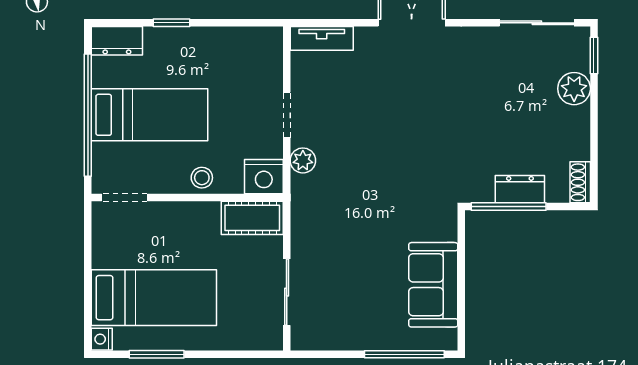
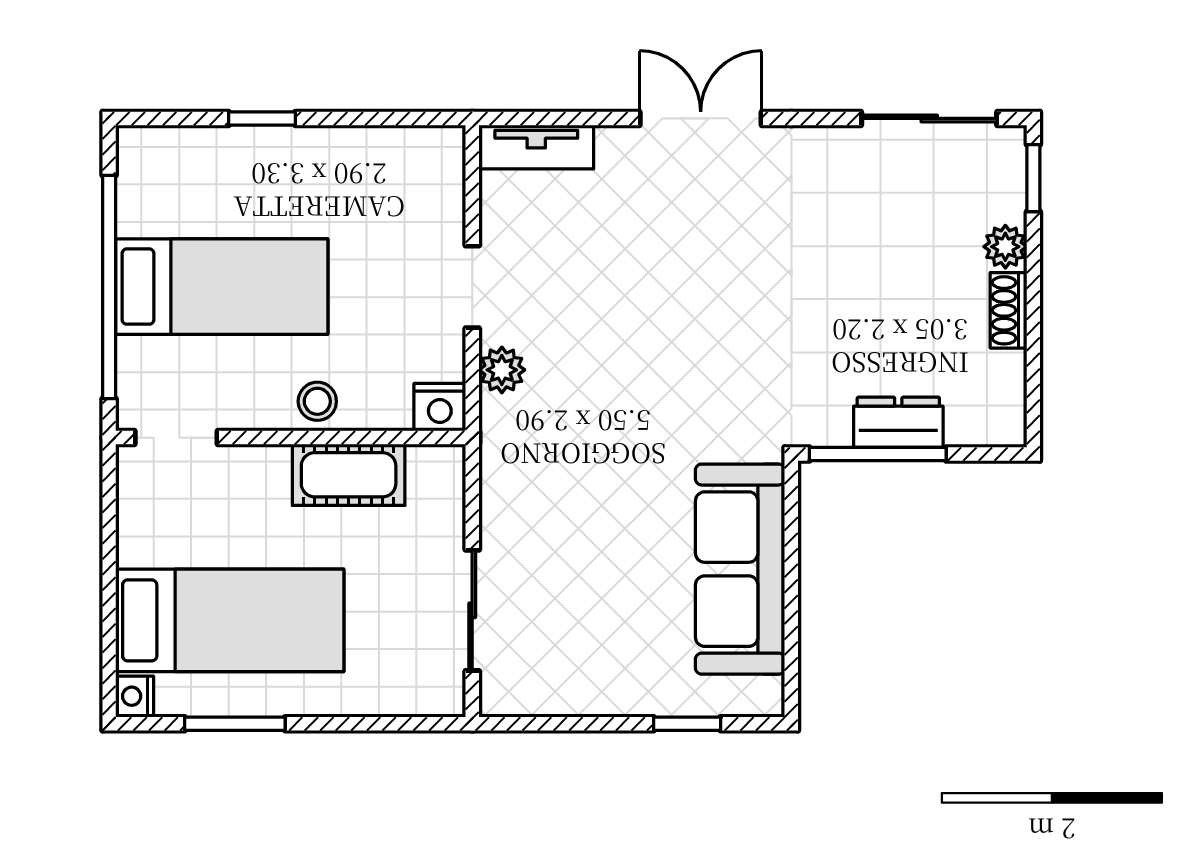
dresser: (117, 41) -> (162, 151), removed
plant: (574, 89) -> (1005, 247), width x0.73, depth x0.73
nightstand: (264, 177) -> (440, 407), width x0.74, depth x0.75
shoe rack: (580, 182) -> (1008, 310), moved
cot: (252, 218) -> (349, 475), moved
sofa: (433, 285) -> (740, 569), width x1.36
window: (404, 354) -> (687, 724), width x0.46

